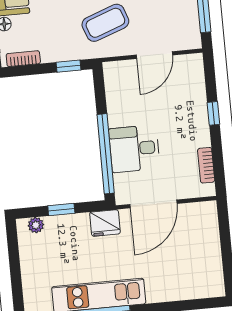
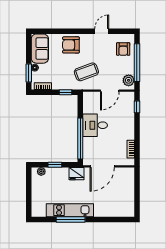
plant: (189, 31) -> (129, 80), added
window: (213, 113) -> (137, 107), moved
desk: (134, 149) -> (95, 125), moved

